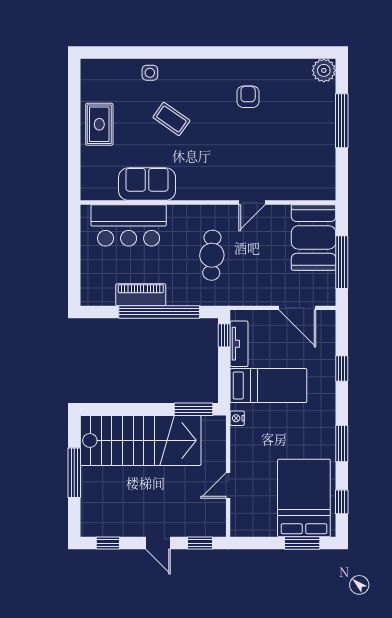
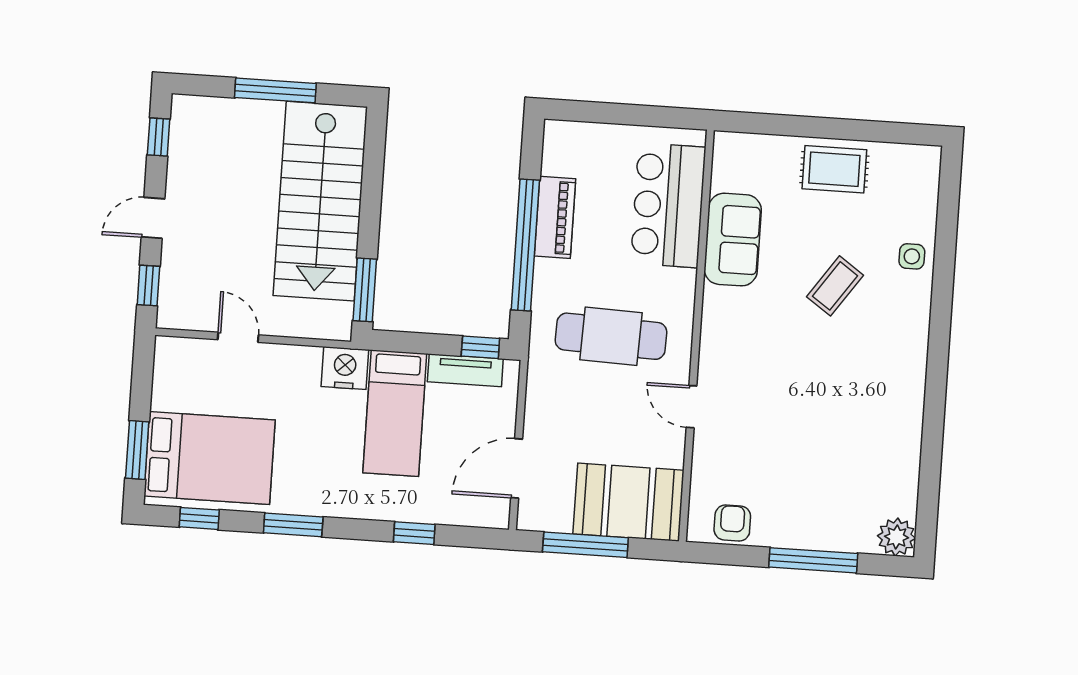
armchair: (248, 97) -> (732, 523), moved, turned -90
cafe table: (212, 255) -> (611, 336), width x1.37, depth x1.35
nightstand: (237, 418) -> (345, 368), width x1.89, depth x1.79

